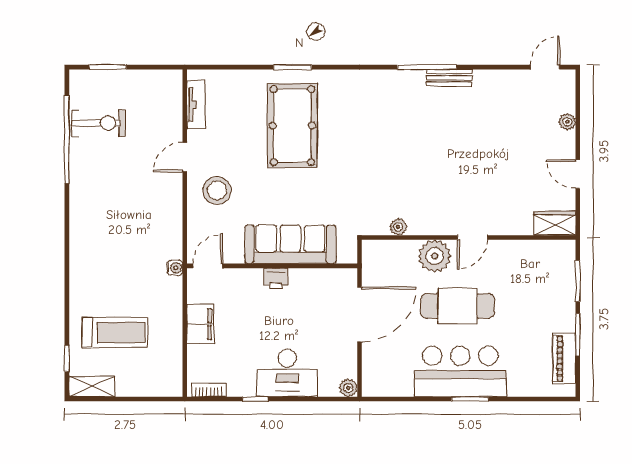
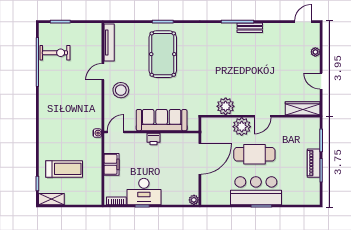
tv unit: (196, 105) -> (109, 42), width x1.41
wardrobe: (555, 223) -> (303, 108), width x1.50
plant: (398, 227) -> (226, 106), width x1.88, depth x1.88
piano: (564, 358) -> (314, 163), moved
desk: (287, 373) -> (144, 192), moved

